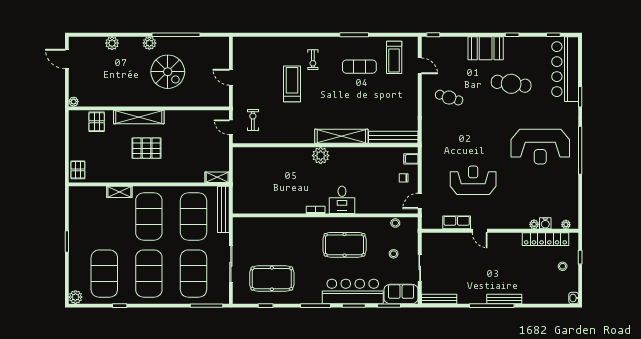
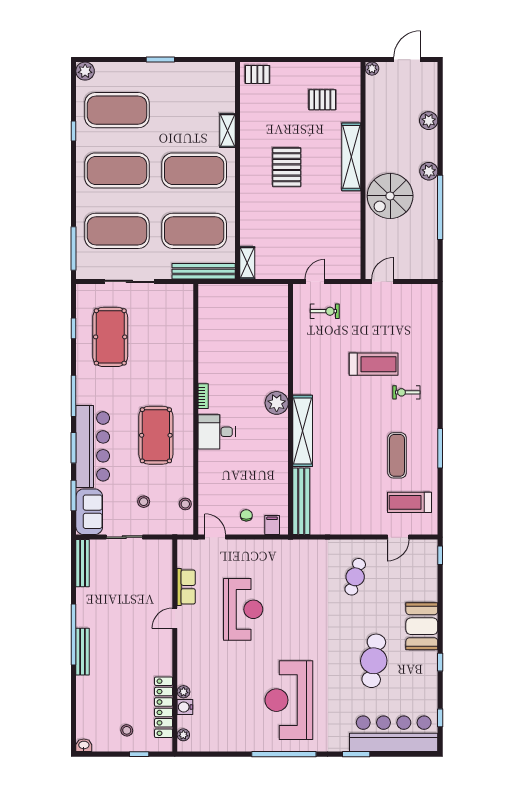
plant: (74, 102) -> (372, 69), moved
wall: (149, 108) -> (363, 170), moved
shelving: (139, 117) -> (351, 157), moved

